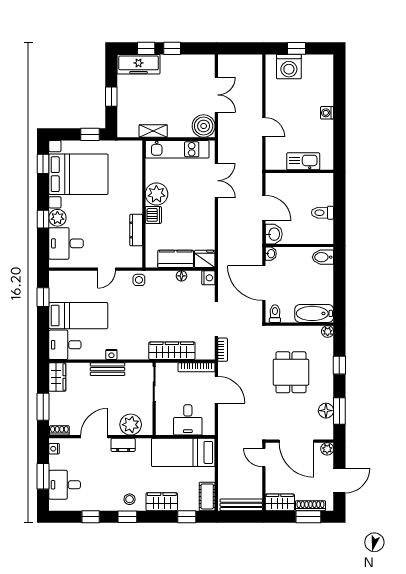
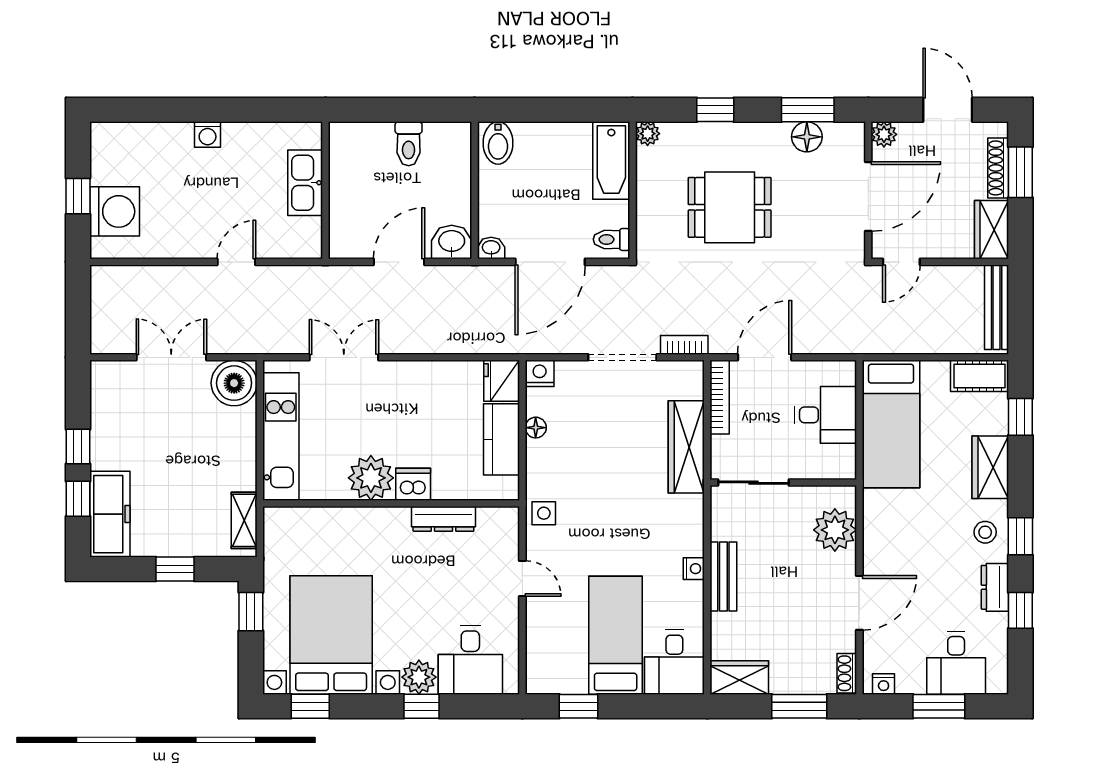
shelving: (153, 131) -> (244, 520), moved
door: (94, 437) -> (859, 603), swing flipped
dresser: (123, 445) -> (995, 587), moved, turned 180

